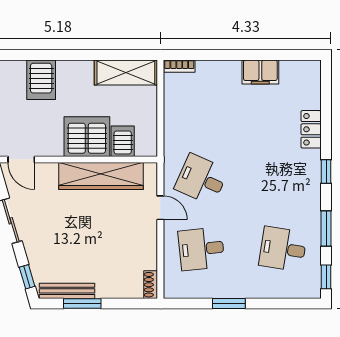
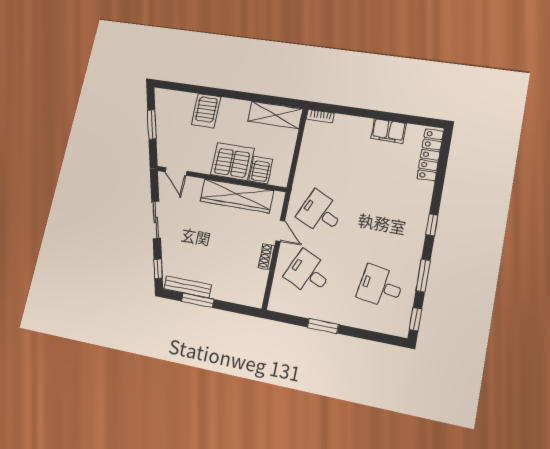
locker: (311, 129) -> (430, 155), moved, width x1.53
desk: (201, 249) -> (308, 273), turned 30
shoe rack: (151, 285) -> (266, 257), moved

